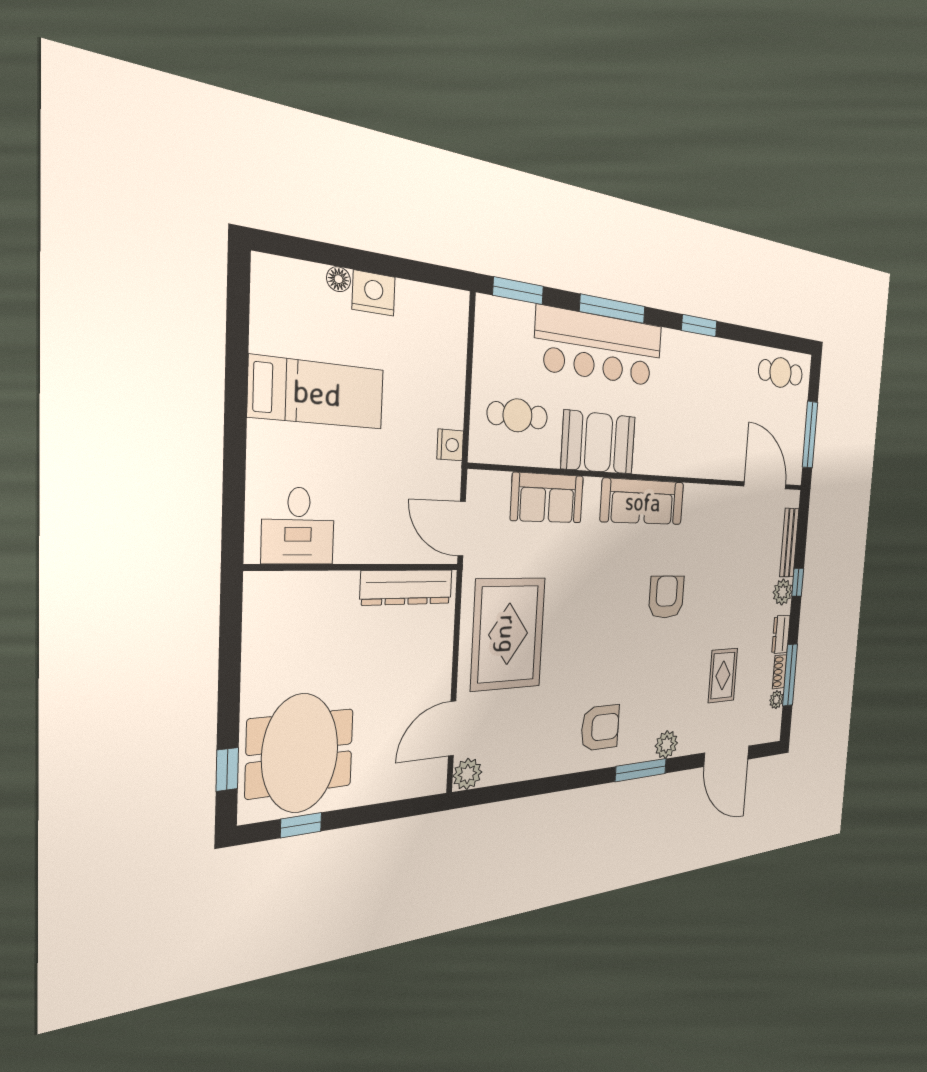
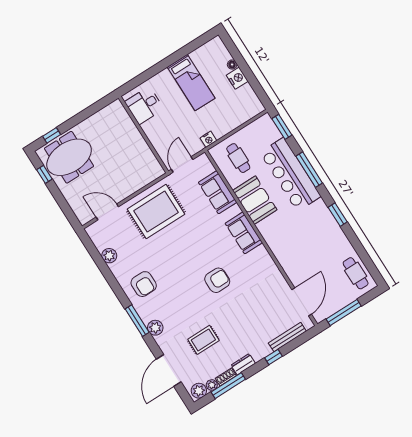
sofa: (643, 502) -> (244, 233), width x0.73
dresser: (407, 587) -> (148, 158), removed
plant: (783, 592) -> (199, 391), moved
plant: (467, 774) -> (109, 256), moved

